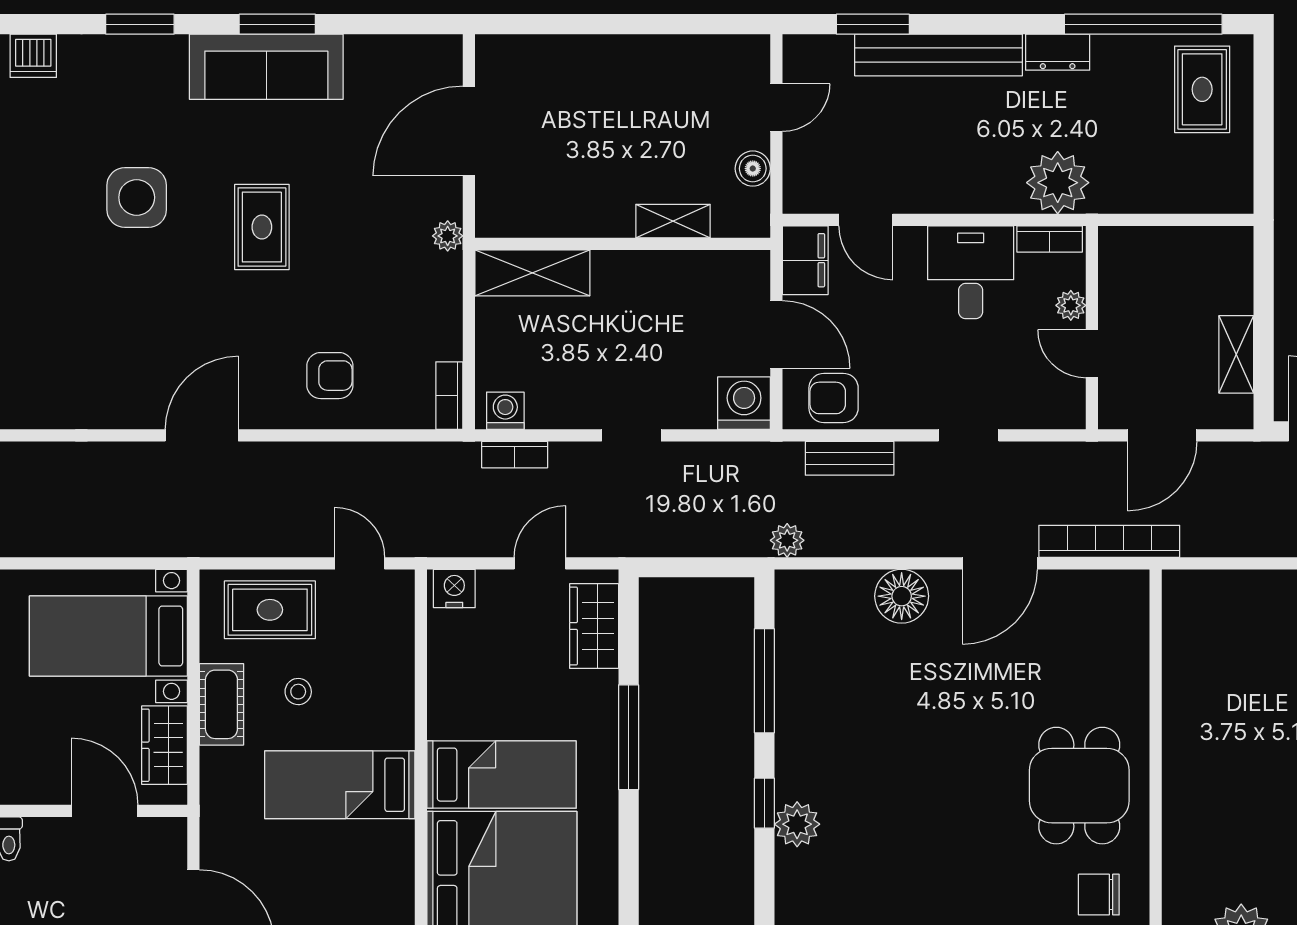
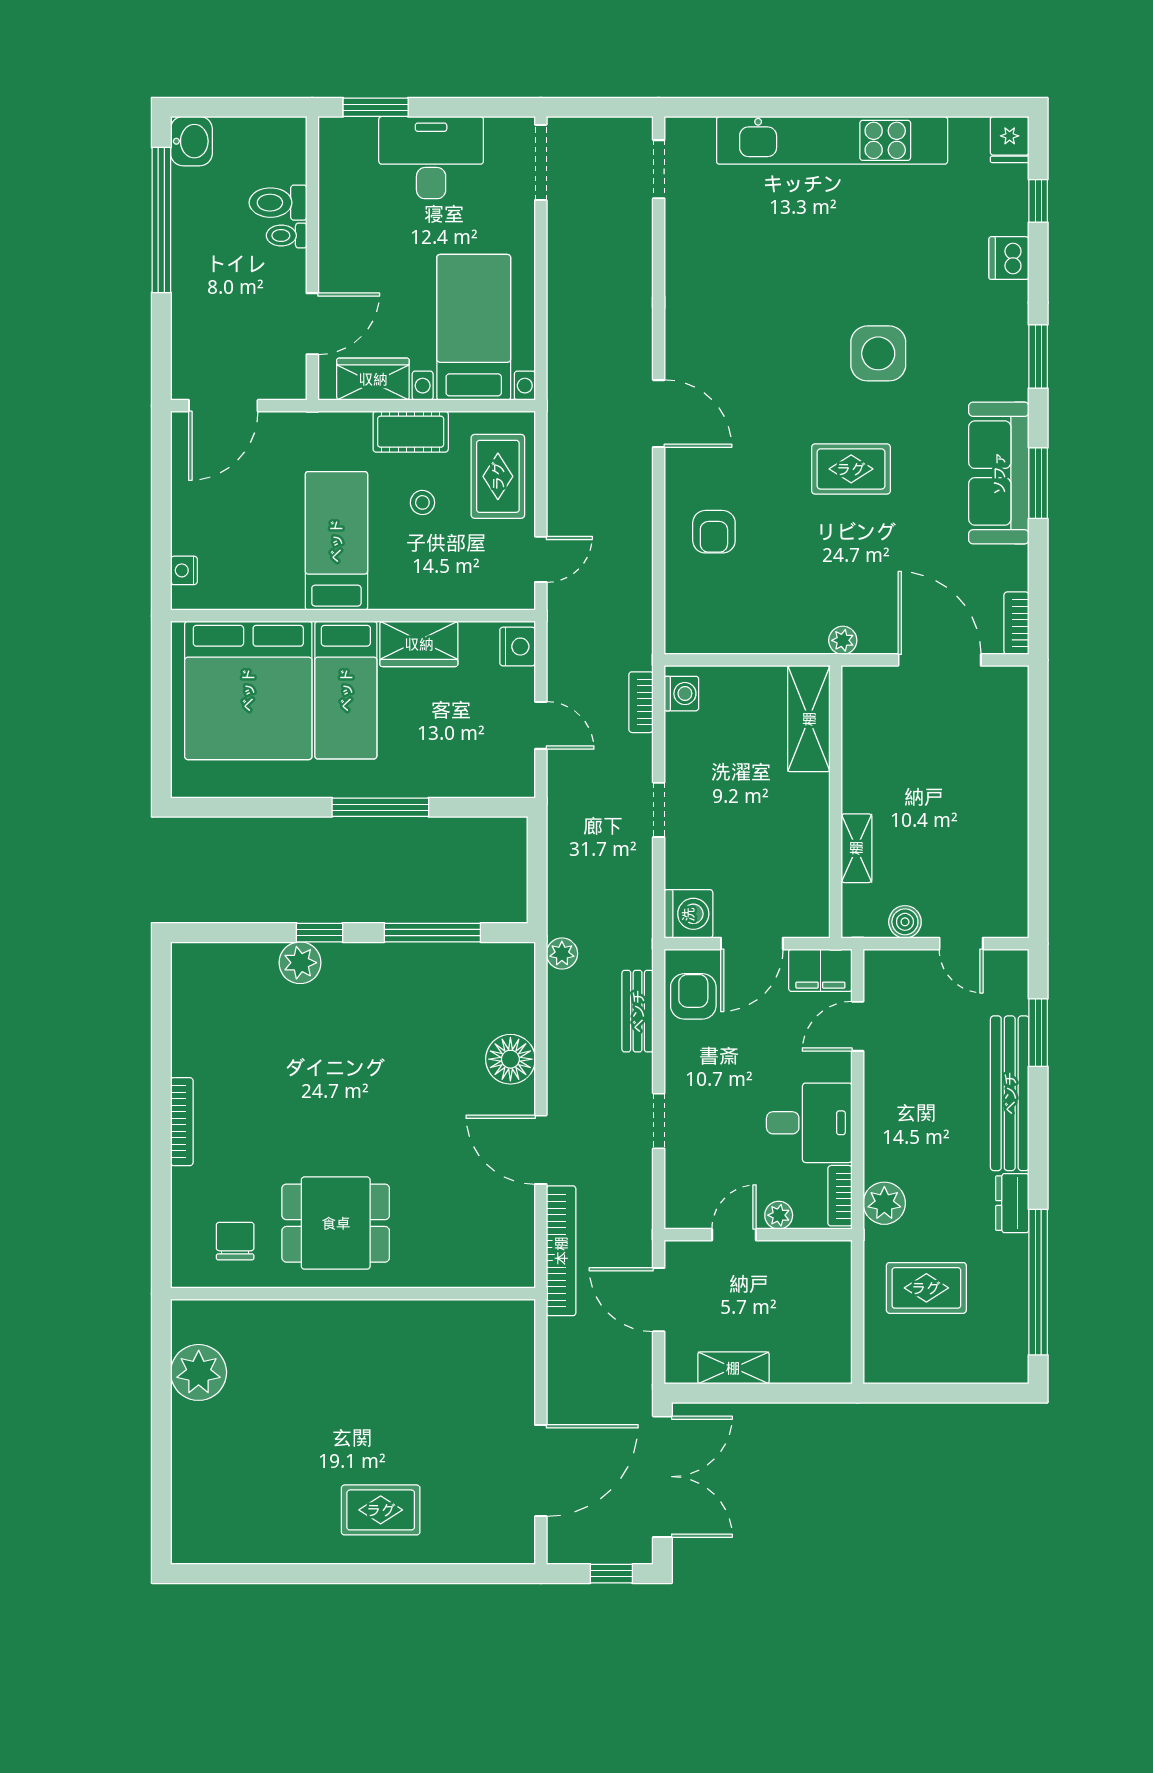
rug: (1202, 89) -> (926, 1288), moved
plant: (1058, 183) -> (884, 1203), width x0.73, depth x0.73
bookcase: (449, 396) -> (1016, 623), moved, turned -90
wardrobe: (594, 626) -> (419, 644), moved, turned 180

